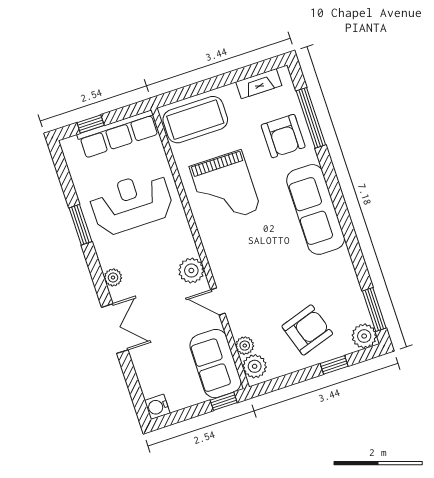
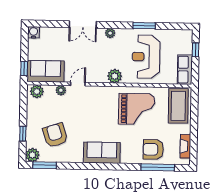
row of seats: (118, 134) -> (185, 70), width x0.68
grand piano: (225, 188) -> (137, 109), turned 180
reception desk: (131, 203) -> (146, 57), turned 180
sofa: (316, 209) -> (102, 153), width x0.73
plant: (191, 270) -> (115, 76), moved
armchair: (307, 330) -> (55, 135), moved, turned 180
plant: (245, 346) -> (61, 90), moved

